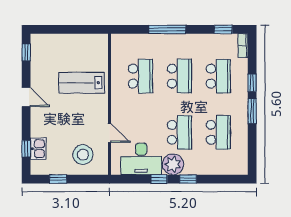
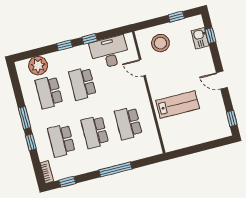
plant: (173, 164) -> (38, 66), moved

